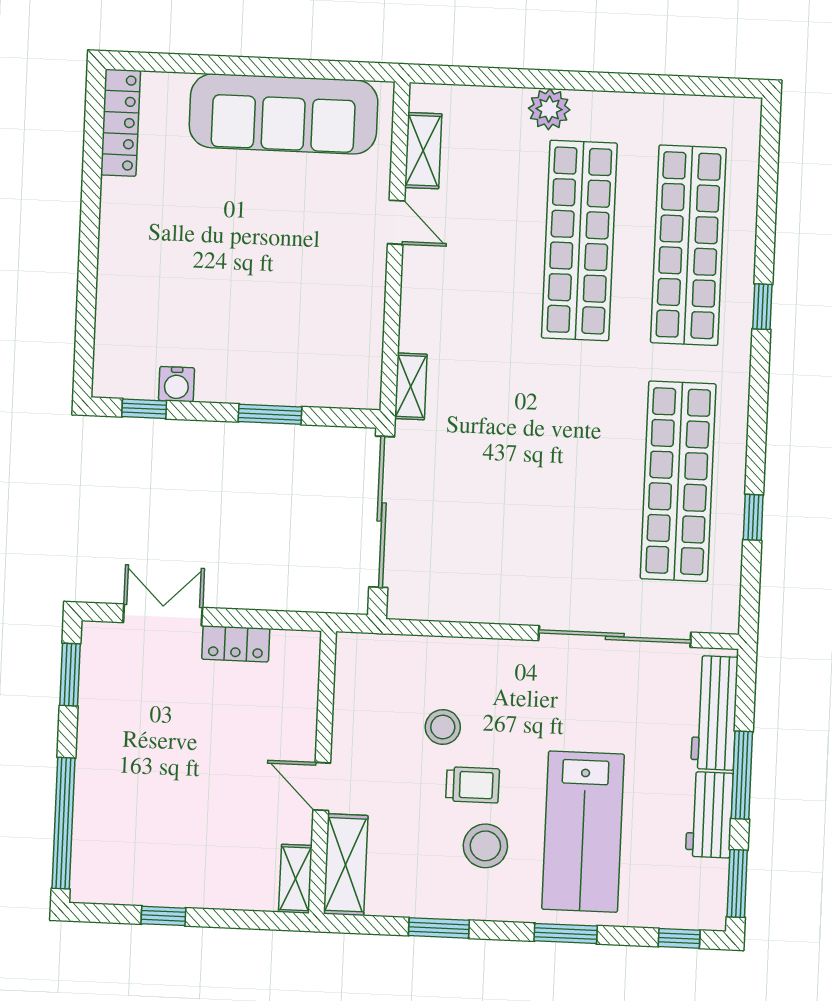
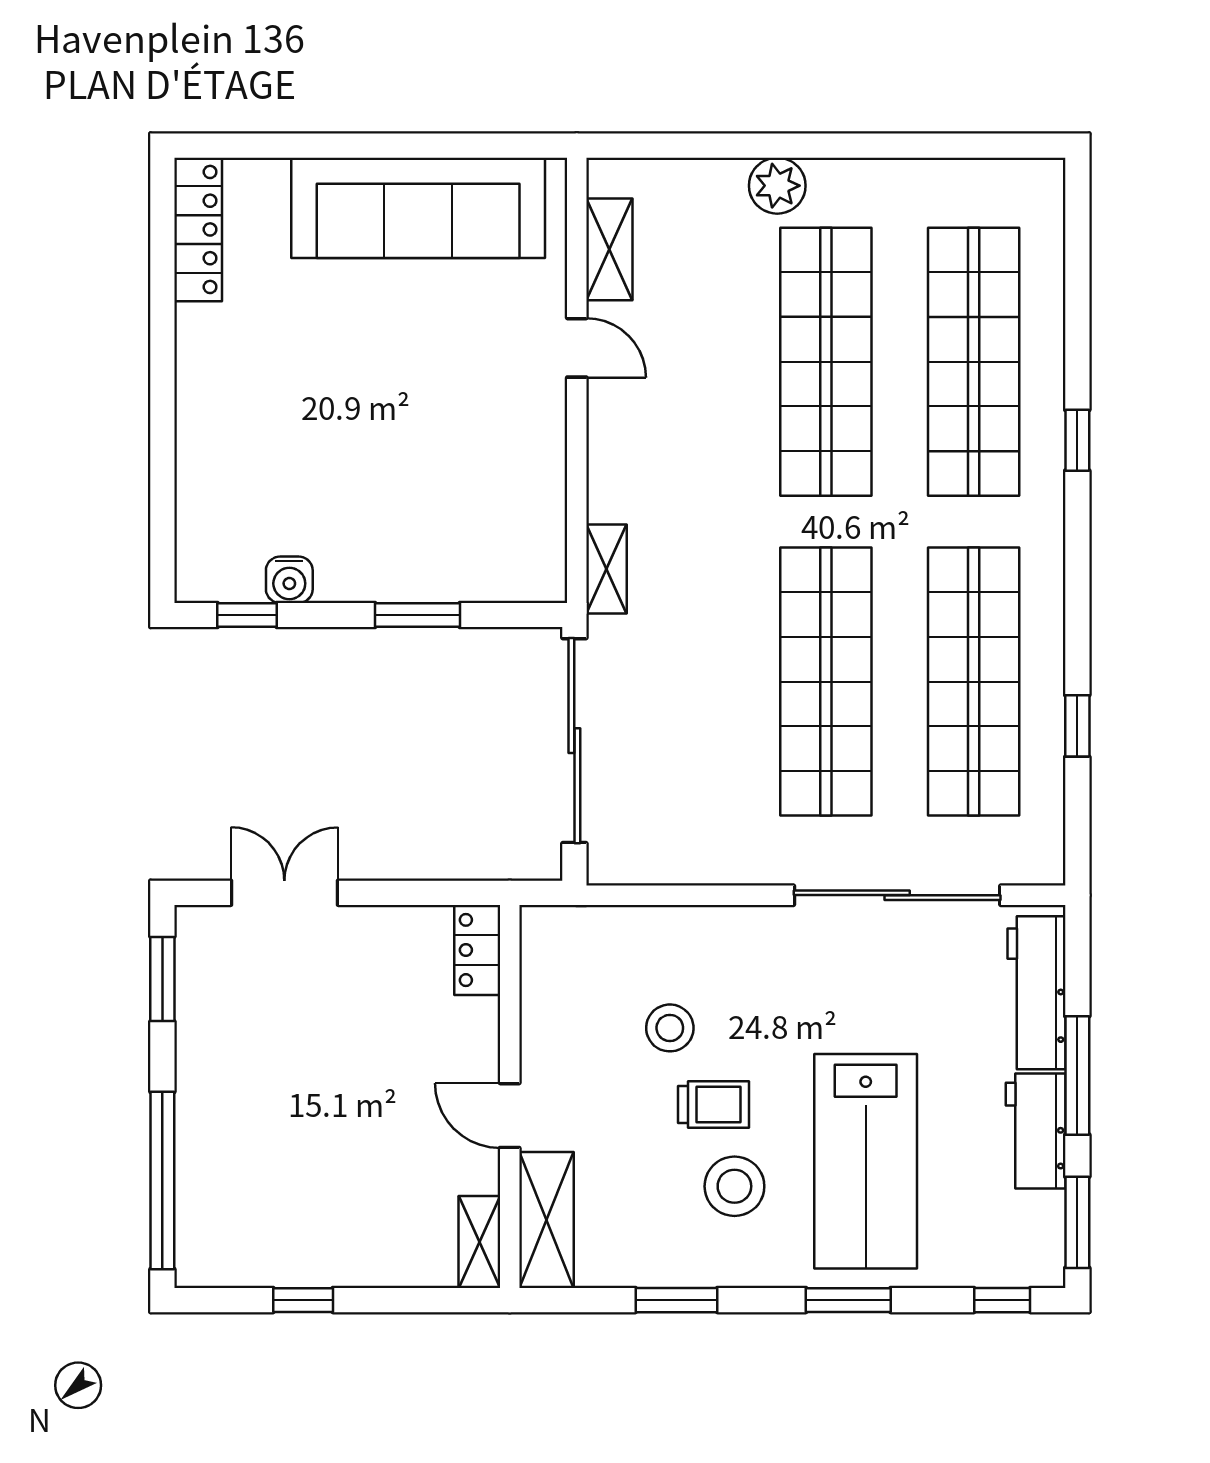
shop shelf: (569, 476) -> (826, 682), added
locker: (236, 644) -> (477, 950), moved, turned 90

